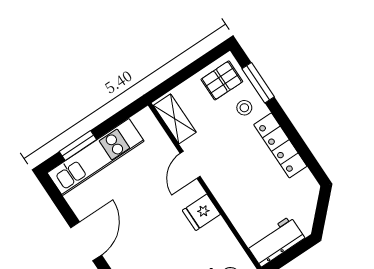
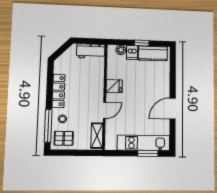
window: (258, 83) -> (48, 126), width x1.44

